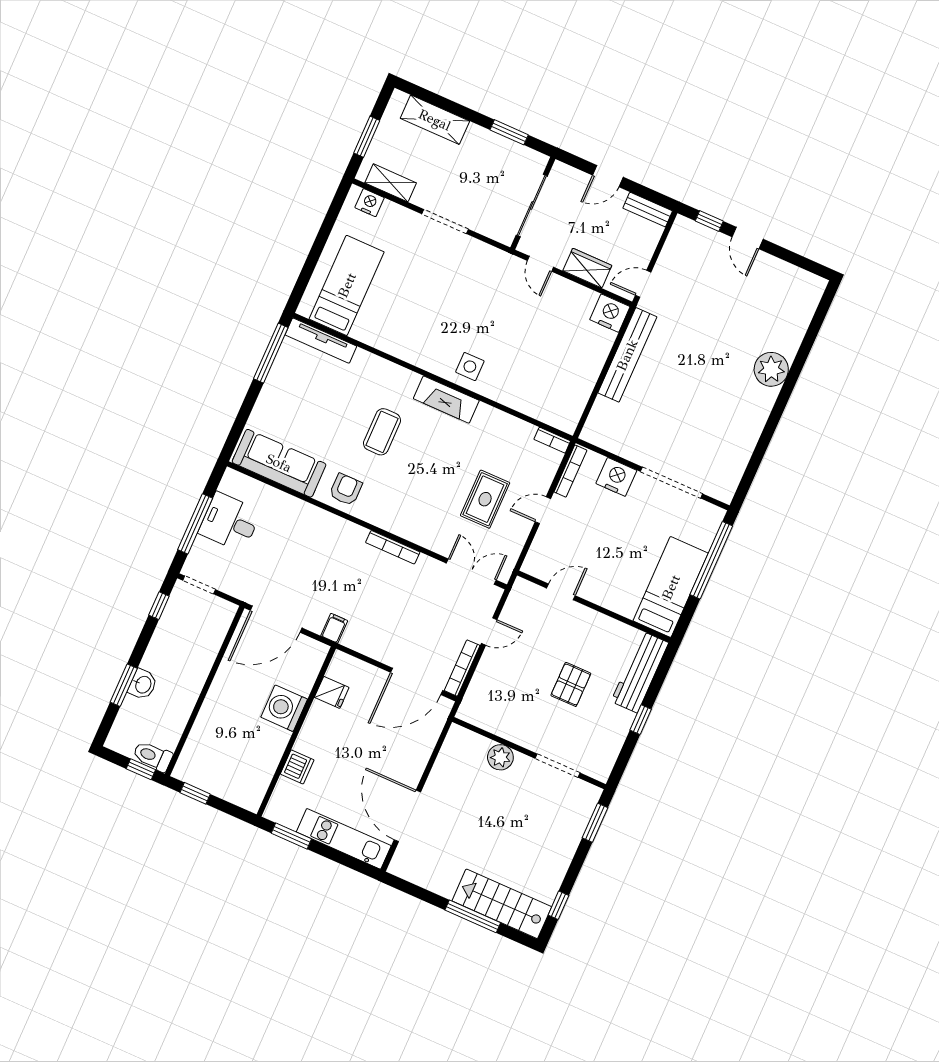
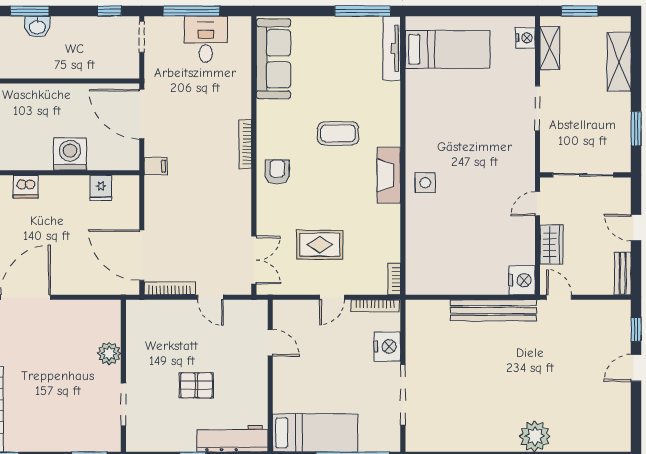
armchair: (346, 489) -> (277, 172), moved, turned -90
door: (543, 510) -> (332, 297), swing flipped
bookcase: (393, 547) -> (245, 144), moved

